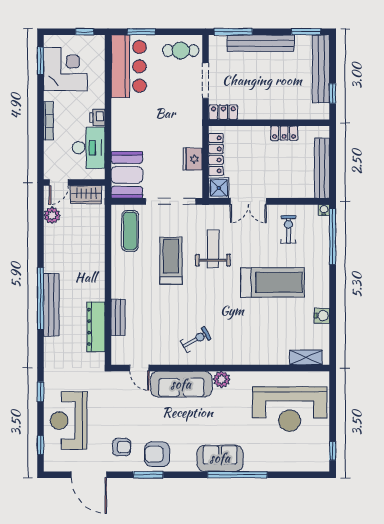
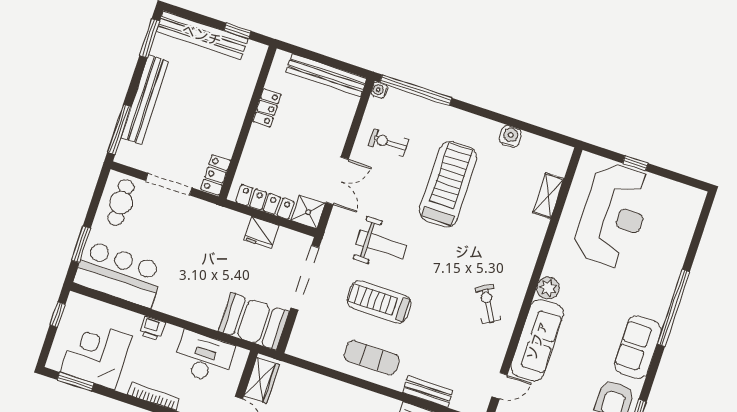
printer: (97, 118) -> (153, 328), moved
exercise mat: (130, 231) -> (372, 358), moved
weight bench: (213, 249) -> (382, 245), turned 180
shelving: (306, 357) -> (548, 196), moved
window: (333, 451) -> (635, 163), moved
sofa: (220, 458) -> (638, 347), moved

